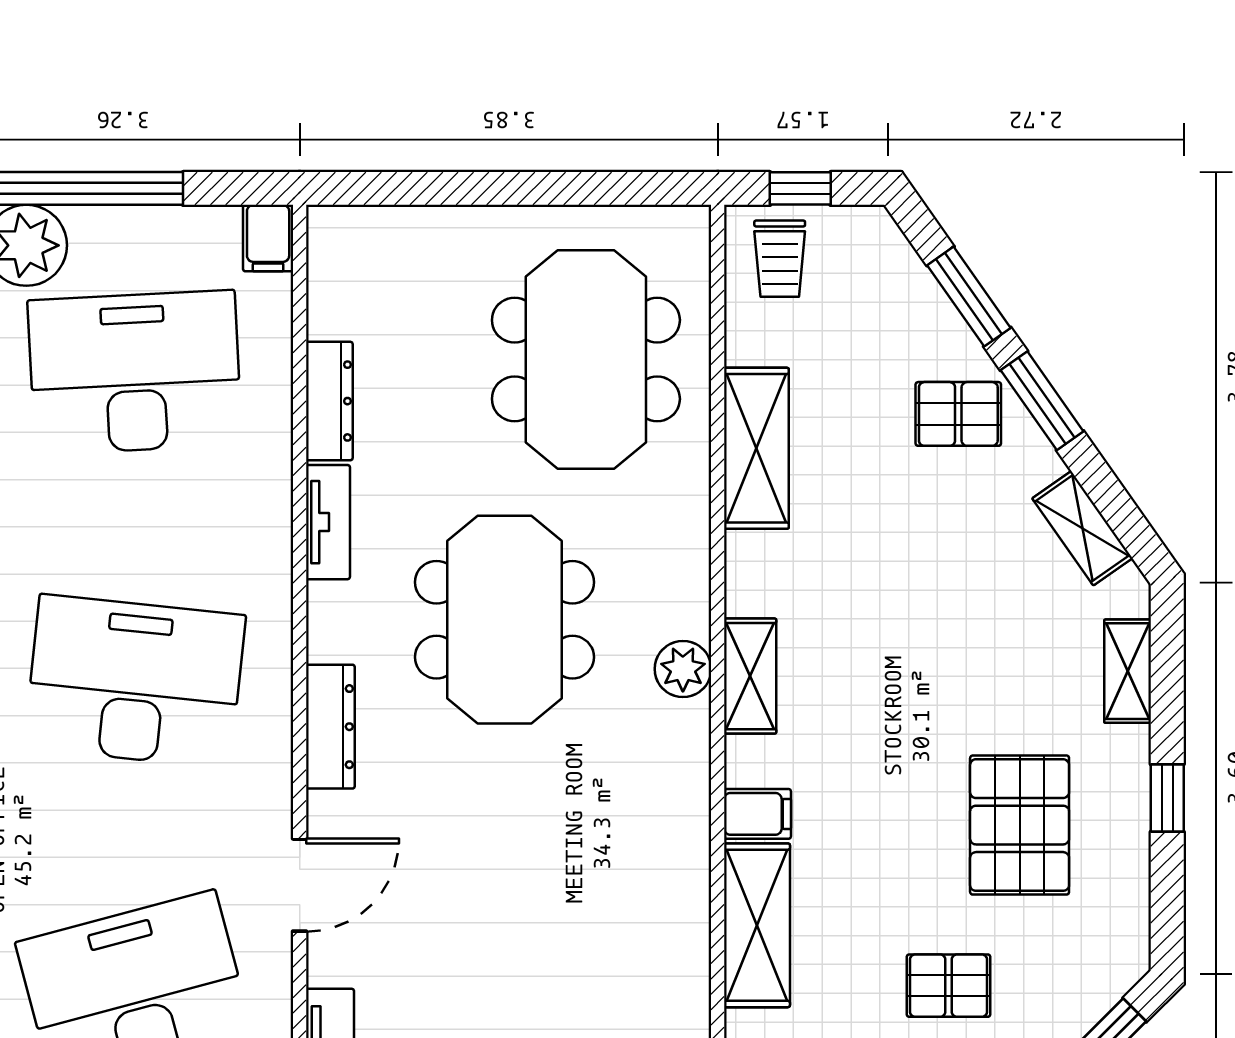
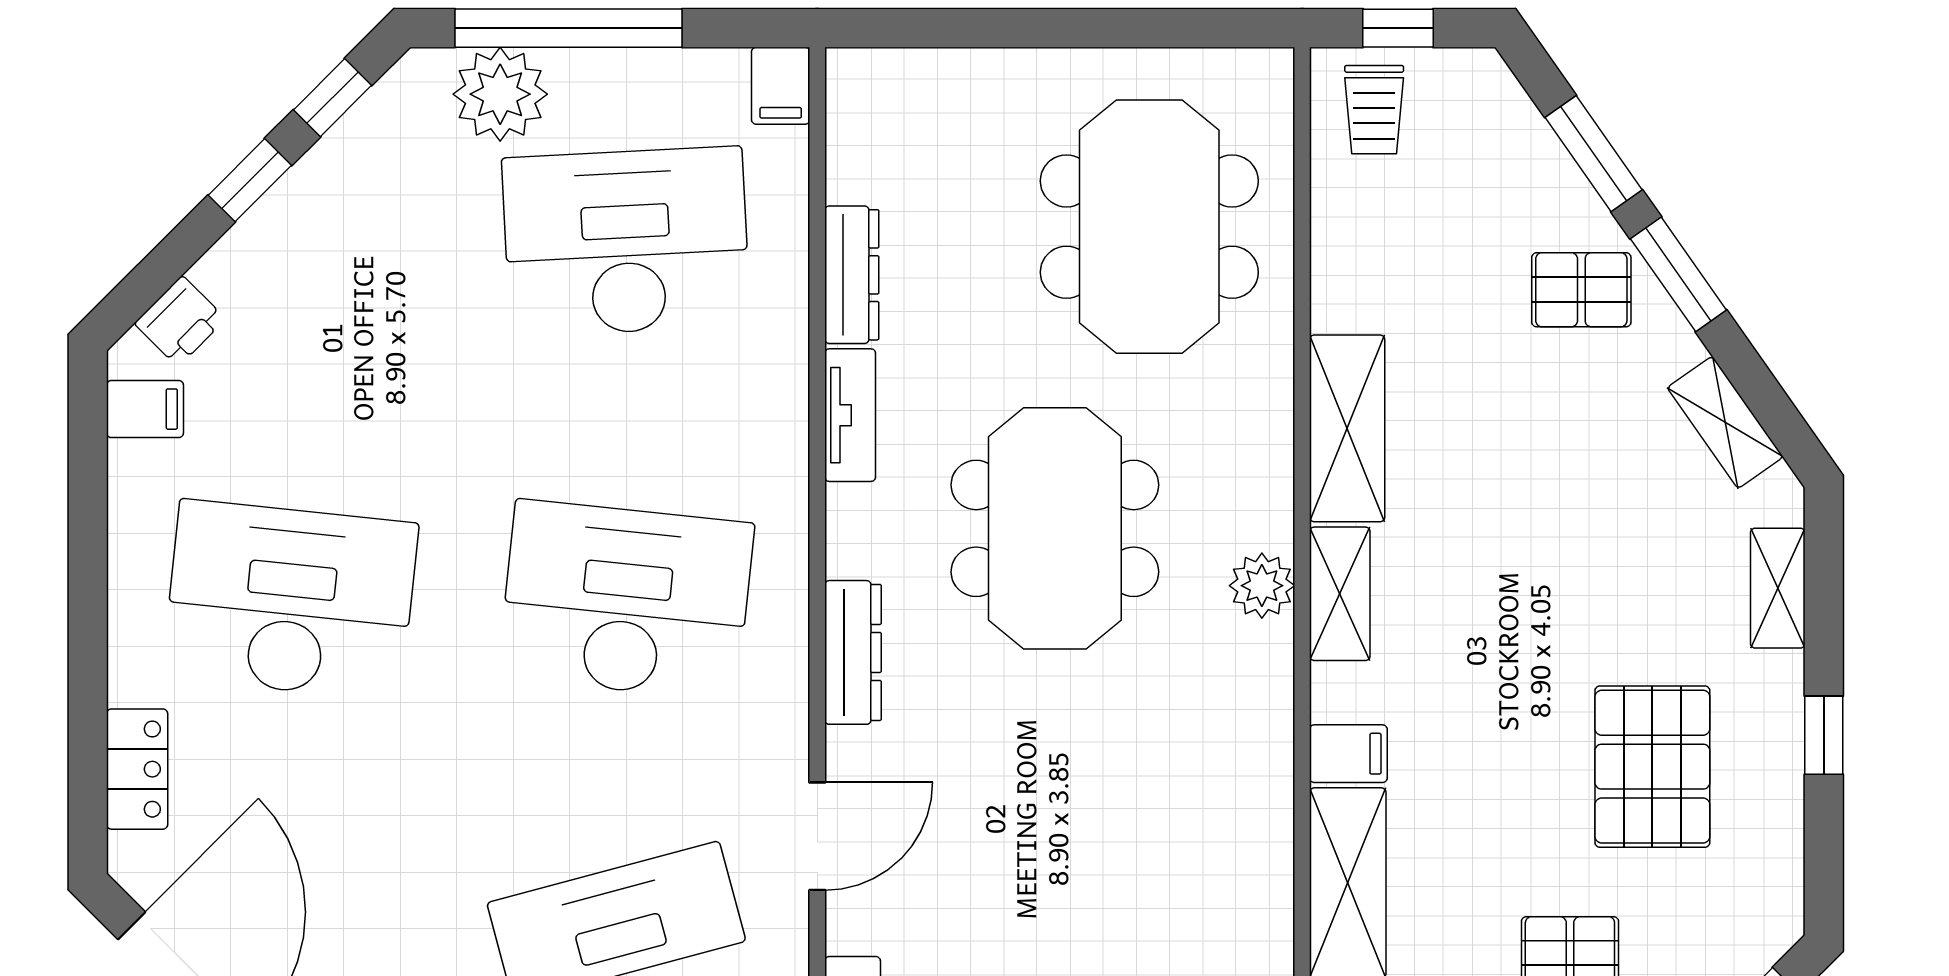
shelving: (756, 448) -> (1347, 428), moved

